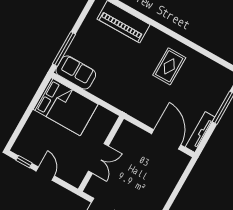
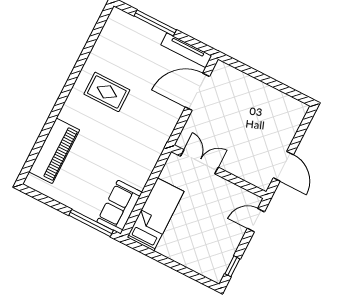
bed: (66, 107) -> (156, 214), width x0.67
double door: (98, 158) -> (199, 162), moved
door: (45, 174) -> (256, 220), moved

